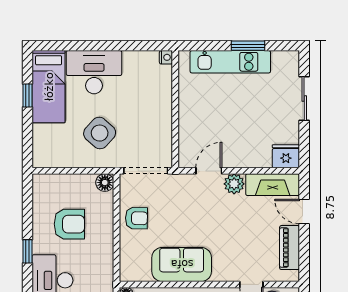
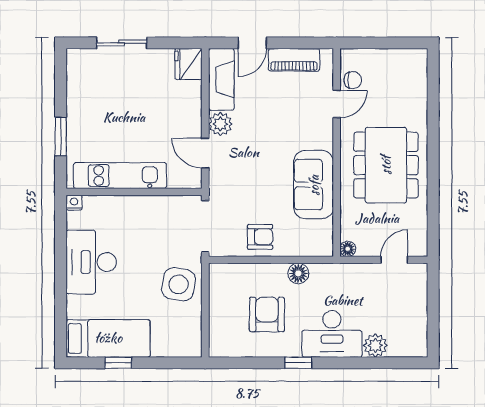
window: (248, 46) -> (61, 137), moved
kitchen unit: (230, 62) -> (120, 176), moved, turned -90
desk: (94, 72) -> (91, 262), moved
side table: (100, 133) -> (179, 284), moved, turned -32
floor lamp: (105, 183) -> (298, 273), moved
armchair: (136, 218) -> (260, 237), turned 89

